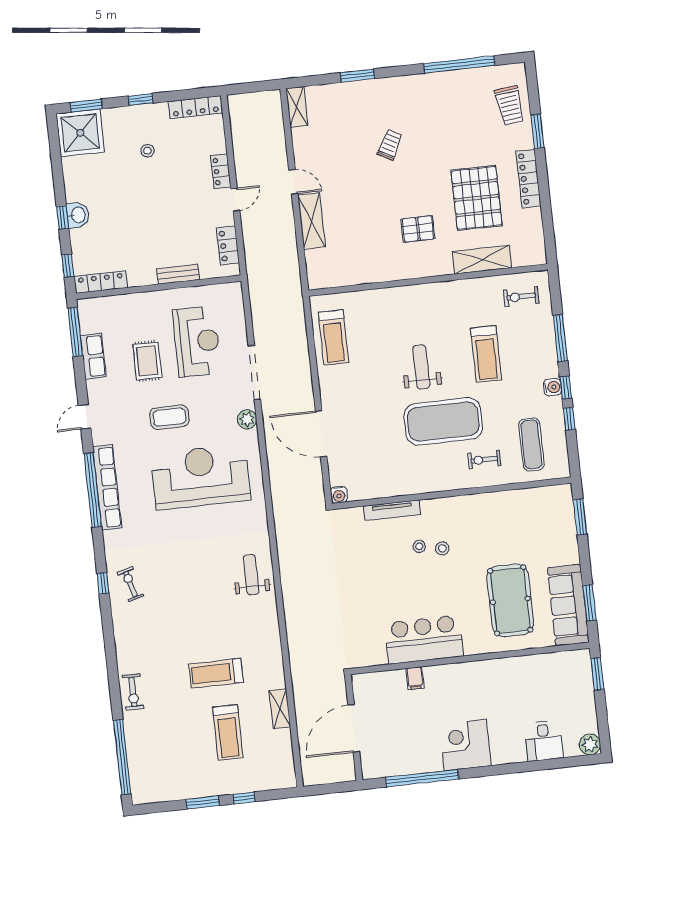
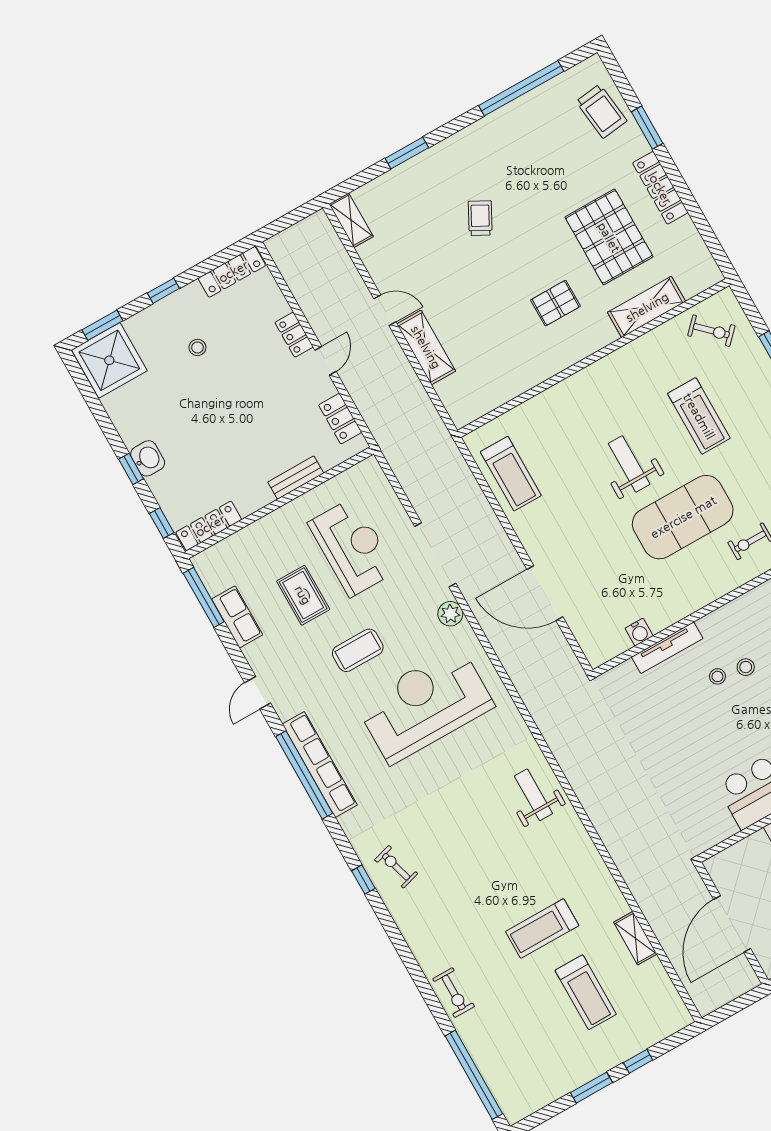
exercise bike: (521, 297) -> (711, 331), turned -136
water cooler: (339, 495) -> (639, 632), moved

